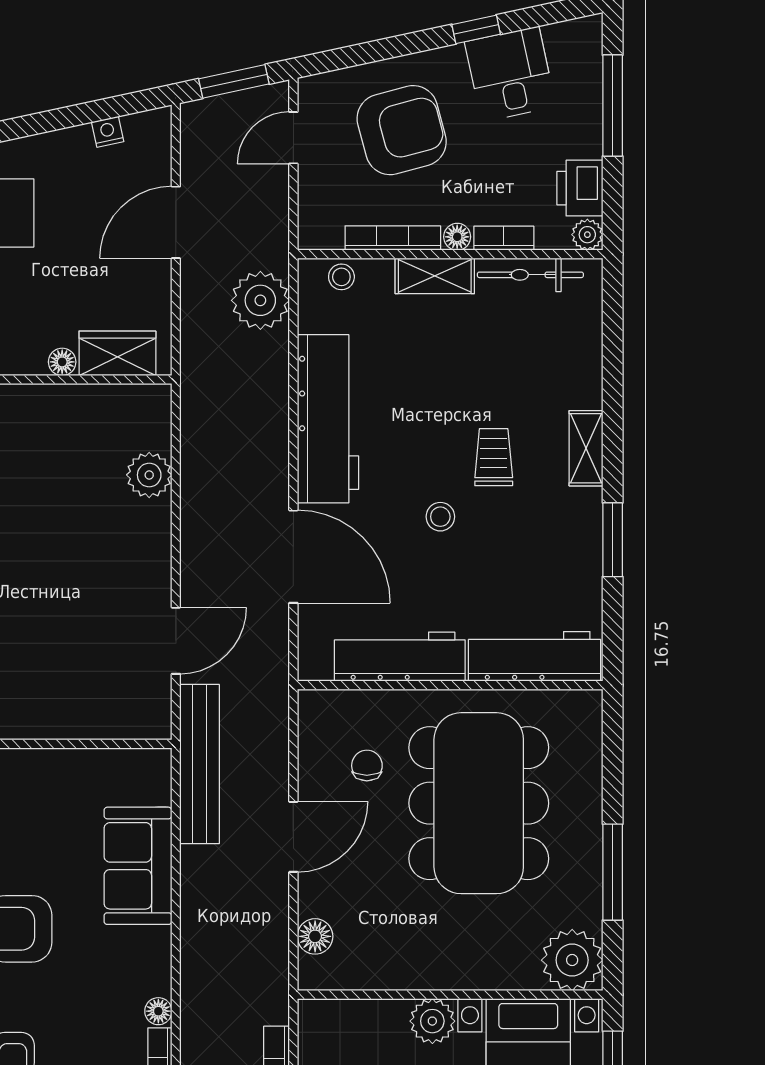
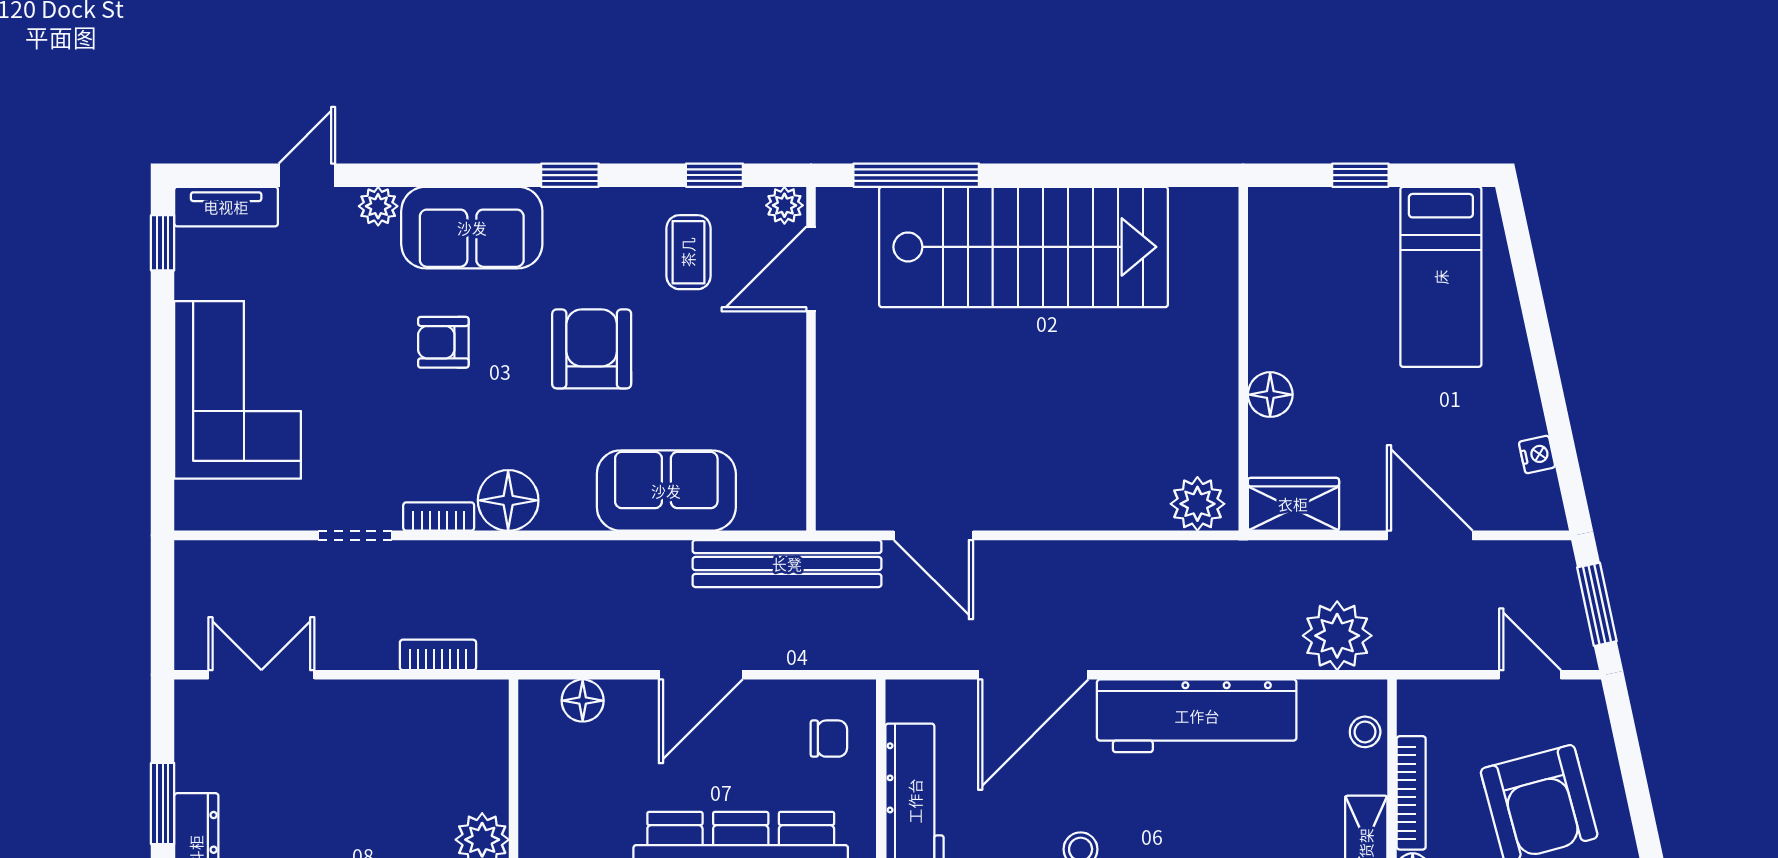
wardrobe: (117, 353) -> (1293, 504), moved, turned -90
floor lamp: (62, 362) -> (1270, 395), width x1.37, depth x1.37
plant: (149, 475) -> (1197, 504), moved
chair: (367, 766) -> (829, 739), moved
door: (293, 837) -> (701, 675), hinge flipped
floor lamp: (158, 1011) -> (508, 500), width x1.89, depth x1.89

